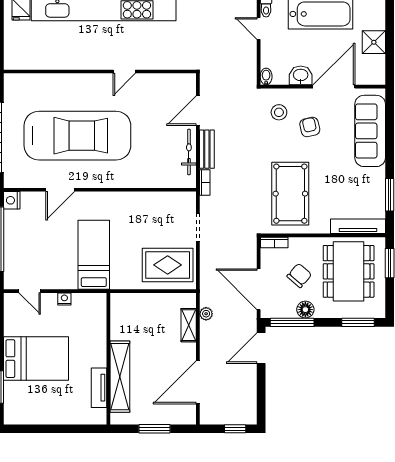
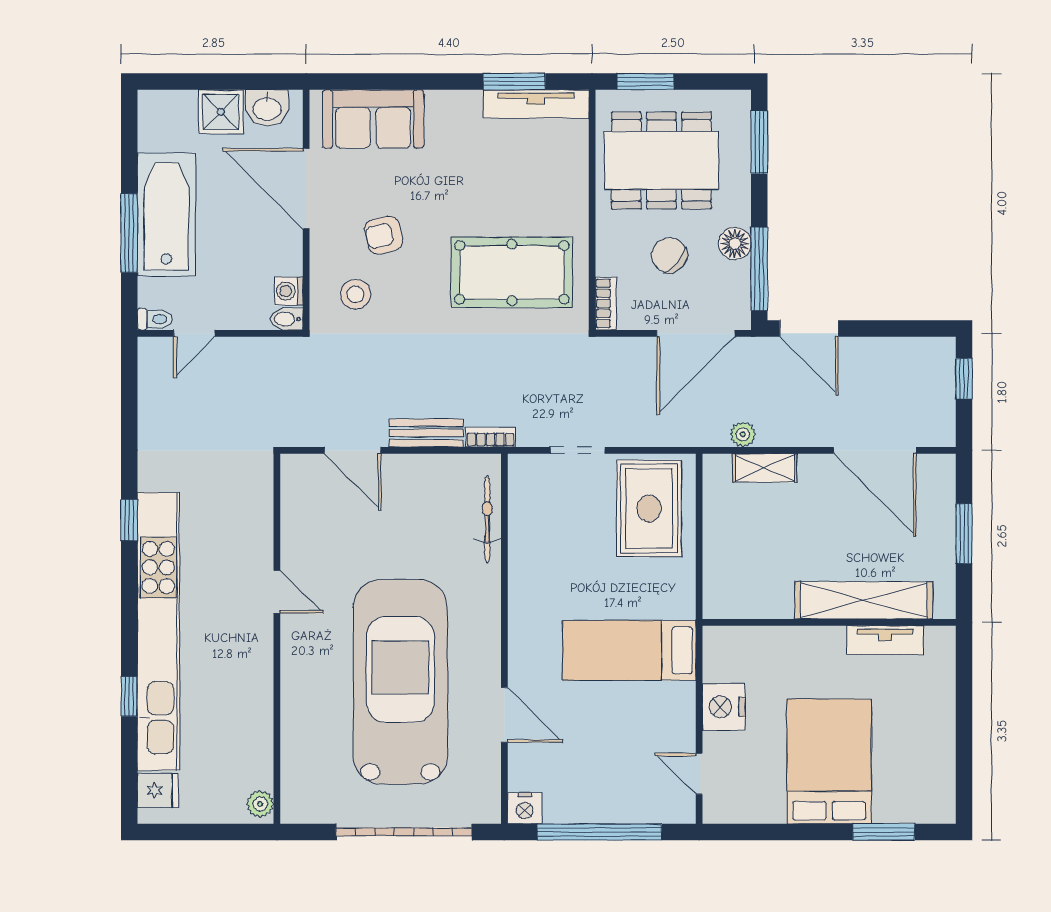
plant: (14, 63) -> (260, 804), added
washbasin: (301, 75) -> (267, 108), moved, turned -90
washing machine: (281, 78) -> (289, 291), added
sofa: (370, 131) -> (373, 119), width x0.73
bicycle: (189, 152) -> (487, 519), moved, turned 90
tv unit: (358, 226) -> (536, 104), moved, turned -90
door: (30, 291) -> (699, 774), swing flipped
nightstand: (64, 299) -> (724, 707), width x1.89, depth x1.79

